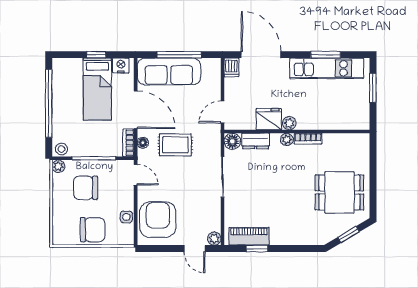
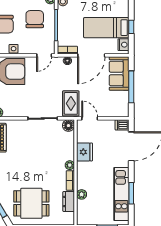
sofa: (169, 71) -> (119, 73), width x0.73
plant: (289, 123) -> (82, 194), moved
dresser: (256, 141) -> (69, 201), moved
rug: (175, 145) -> (71, 103), moved
dining table: (339, 192) -> (31, 203), turned 90

